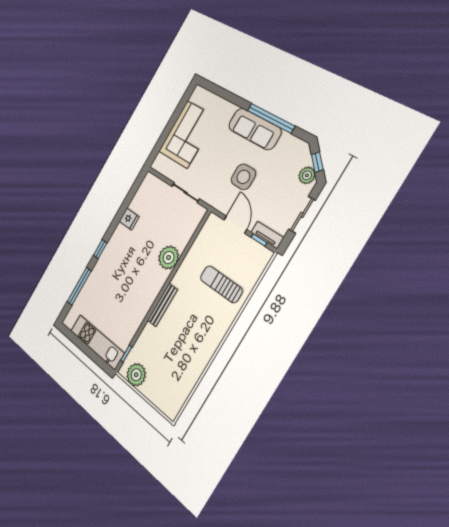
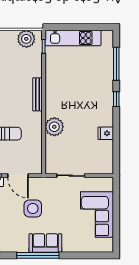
sofa: (255, 129) -> (45, 243), width x0.73

